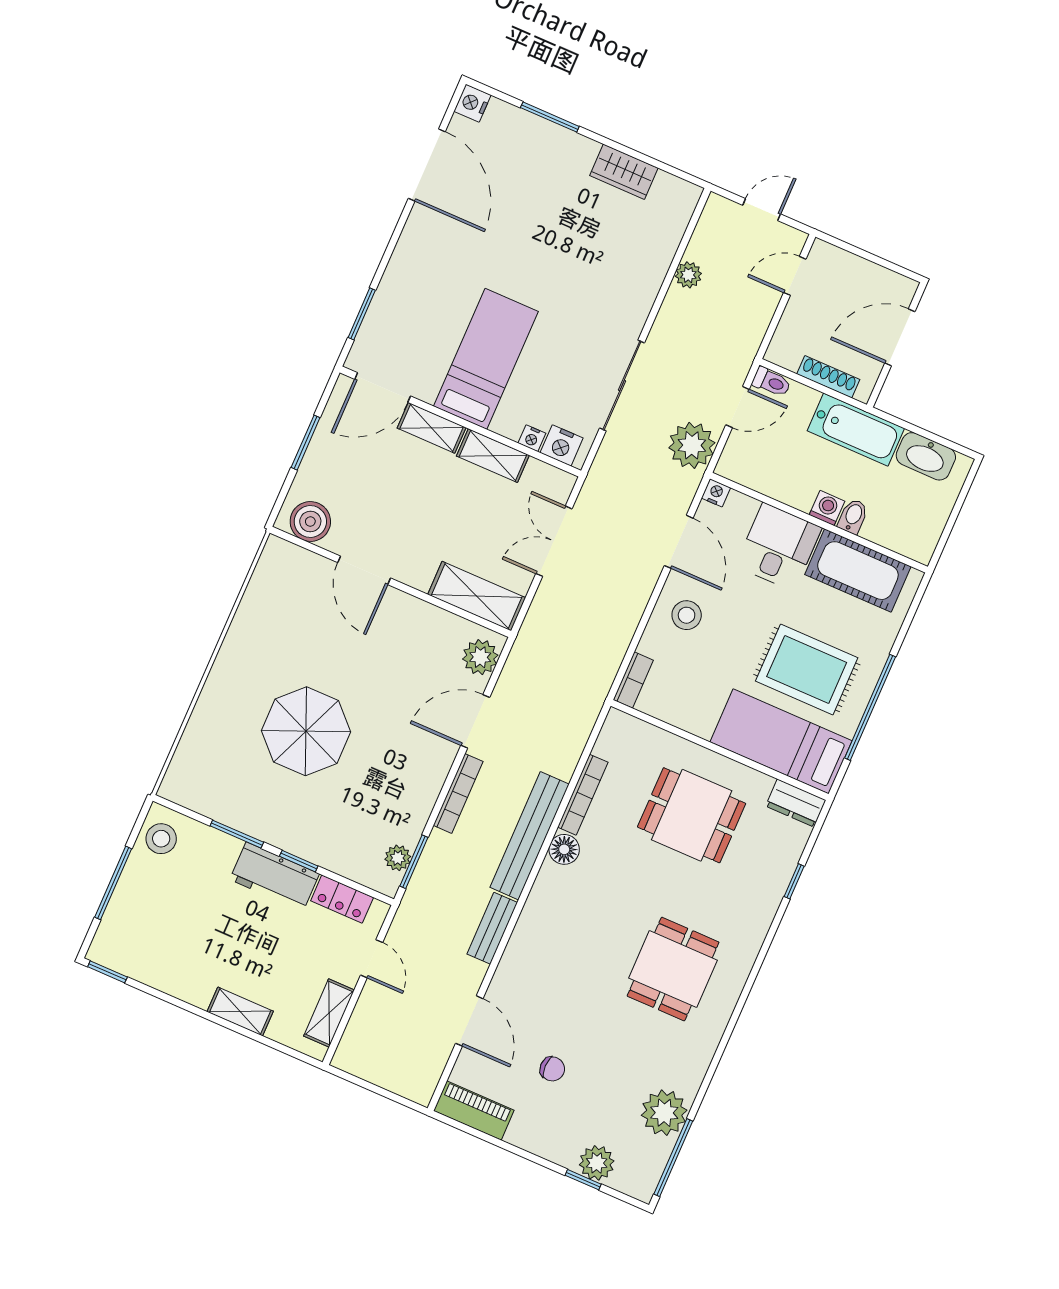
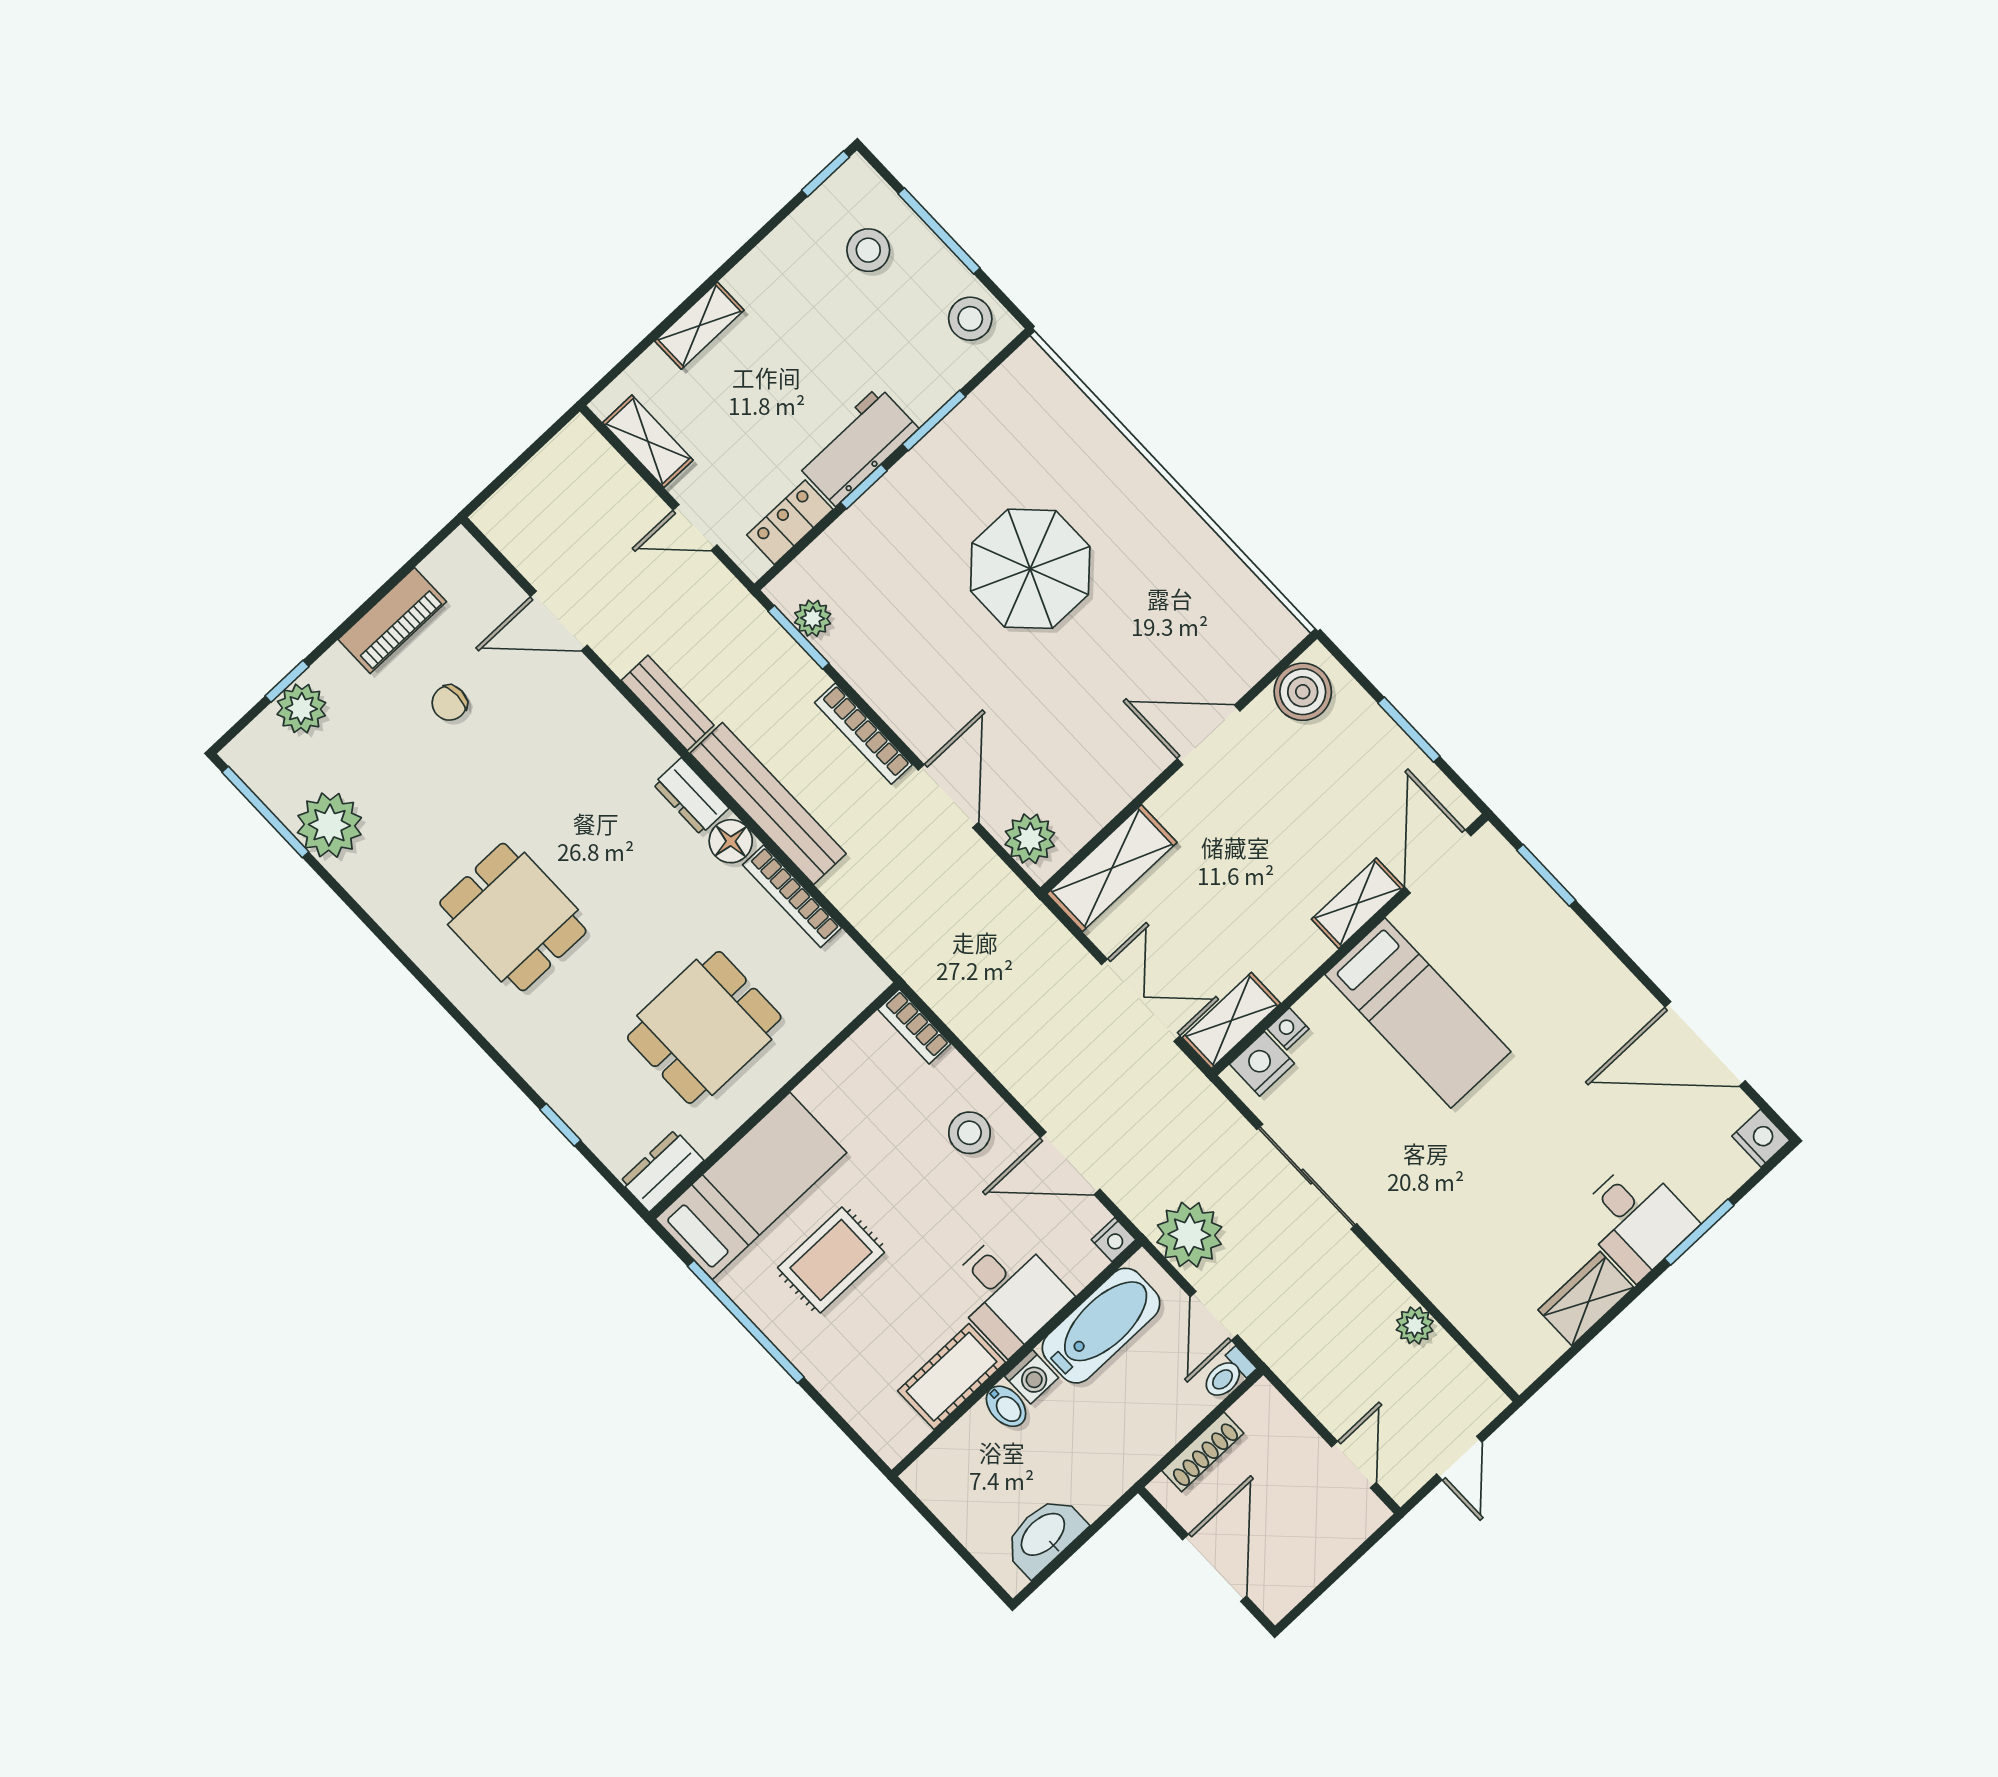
desk: (559, 161) -> (1636, 1219), added
bathtub: (856, 430) -> (1101, 1326), moved, turned 180
shelving: (493, 456) -> (1231, 1021), moved
cot: (858, 571) -> (952, 1377), width x0.73, depth x0.75
rug: (807, 669) -> (831, 1260), width x0.73, depth x0.70
dresser: (546, 887) -> (691, 796), added
stool: (145, 923) -> (868, 250), added
piano: (474, 1110) -> (392, 621), moved

